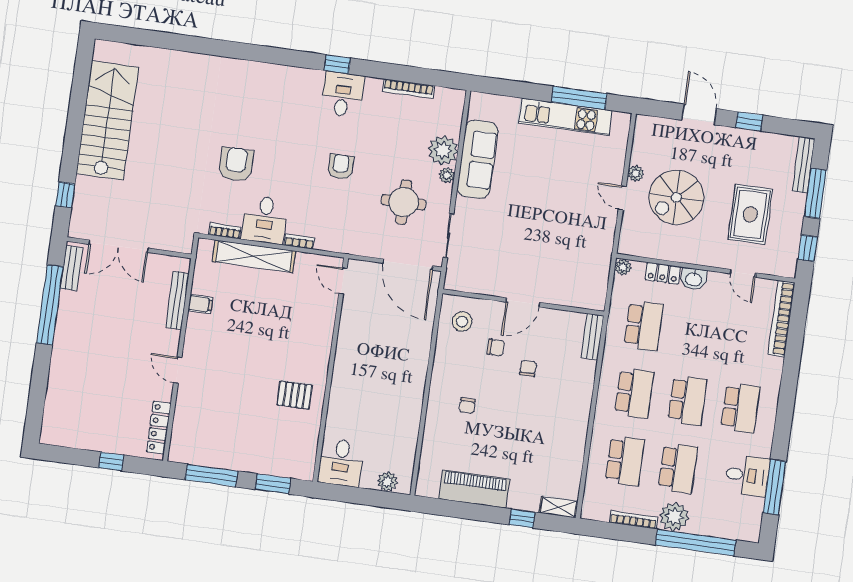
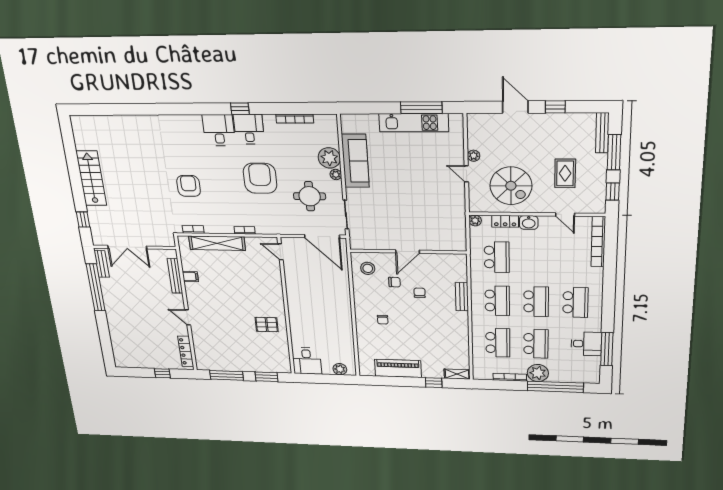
stairs: (107, 120) -> (91, 178), width x0.73, depth x0.66
armchair: (341, 167) -> (260, 178), width x1.88, depth x1.88
spiral stairs: (676, 197) -> (511, 186), moved, turned -90
rug: (750, 214) -> (565, 173), width x0.73, depth x0.70
desk: (265, 220) -> (219, 130), moved, turned 180
bench: (592, 337) -> (462, 297), moved

